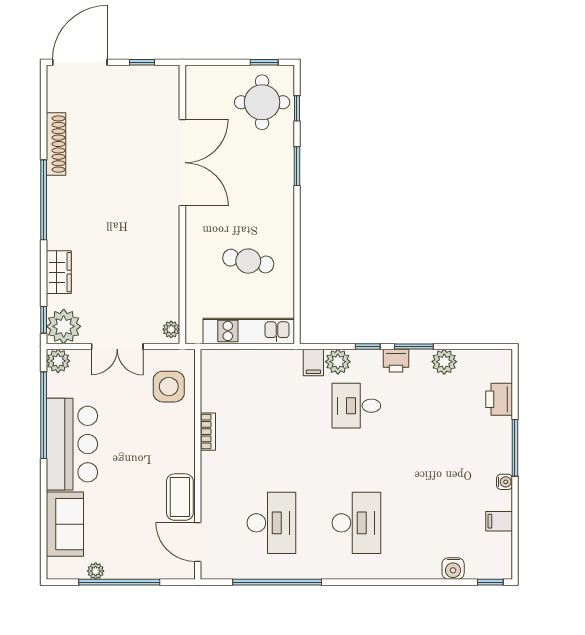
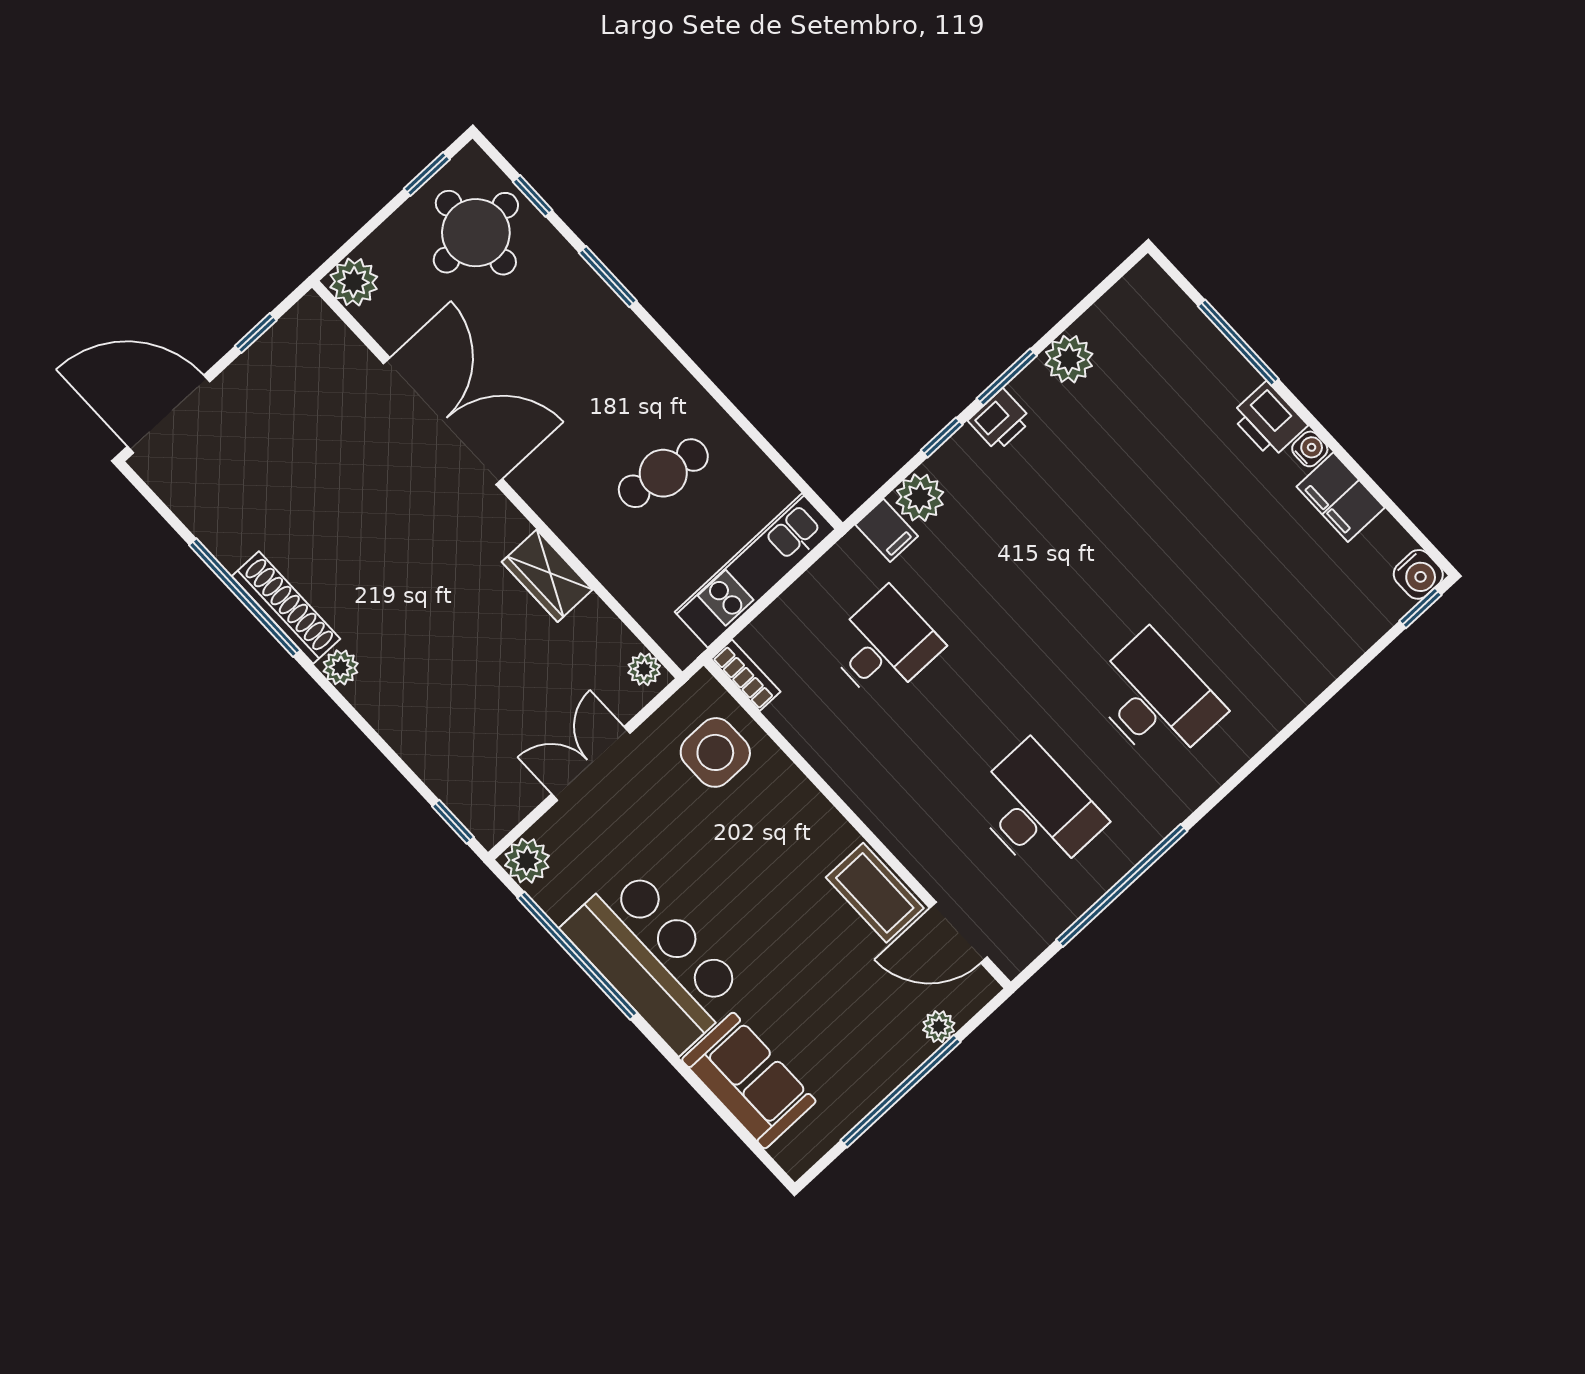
door: (80, 62) -> (169, 414), hinge flipped
plant: (198, 78) -> (354, 282), added
shoe rack: (56, 144) -> (286, 608), moved
window: (44, 200) -> (245, 598), moved
wardrobe: (59, 272) -> (547, 576), moved, turned 180
plant: (64, 326) -> (341, 667), moved, width x0.53, depth x0.53
double door: (117, 346) -> (591, 764), swing flipped
printer: (499, 399) -> (1269, 420), moved
desk: (356, 406) -> (884, 646), moved, turned 180
bookcase: (208, 432) -> (746, 675), moved
window: (515, 448) -> (1238, 343), moved
filing cabinet: (499, 521) -> (1341, 497), width x2.00
water cooler: (453, 569) -> (1418, 574), moved
plant: (96, 571) -> (939, 1027), moved

